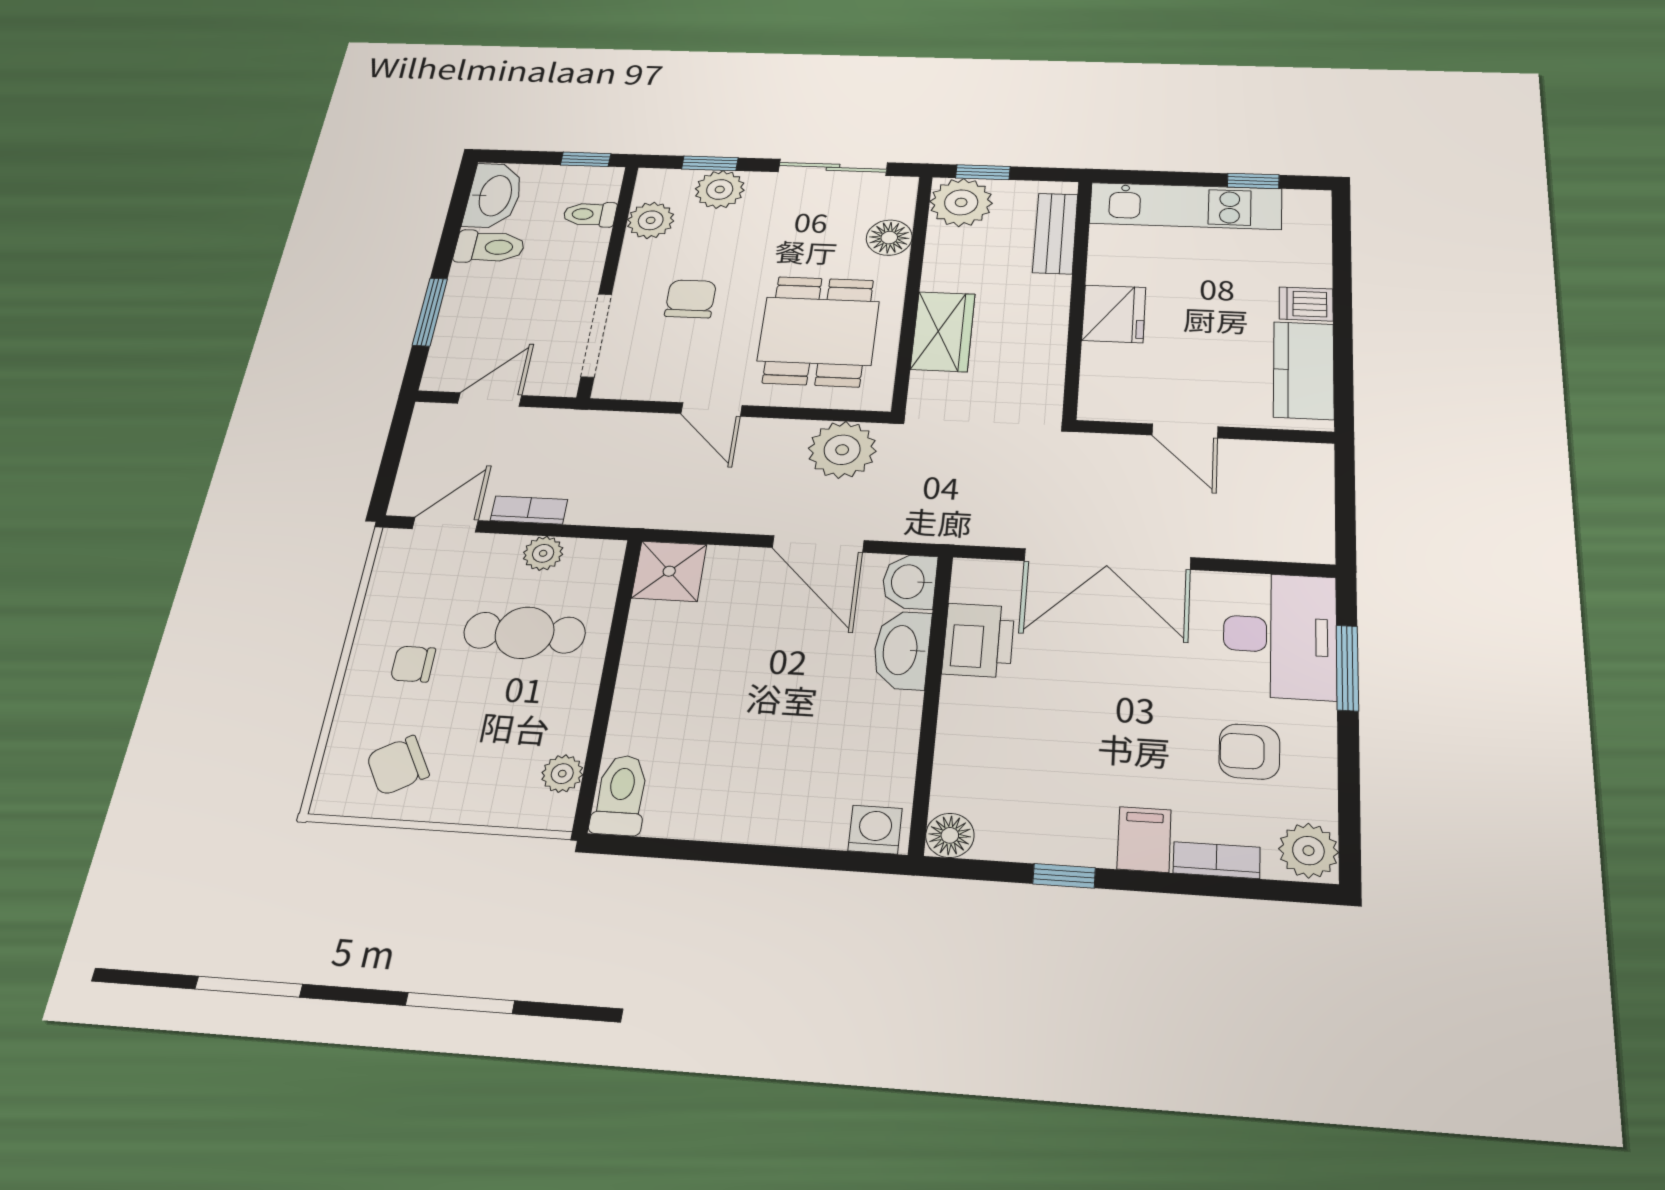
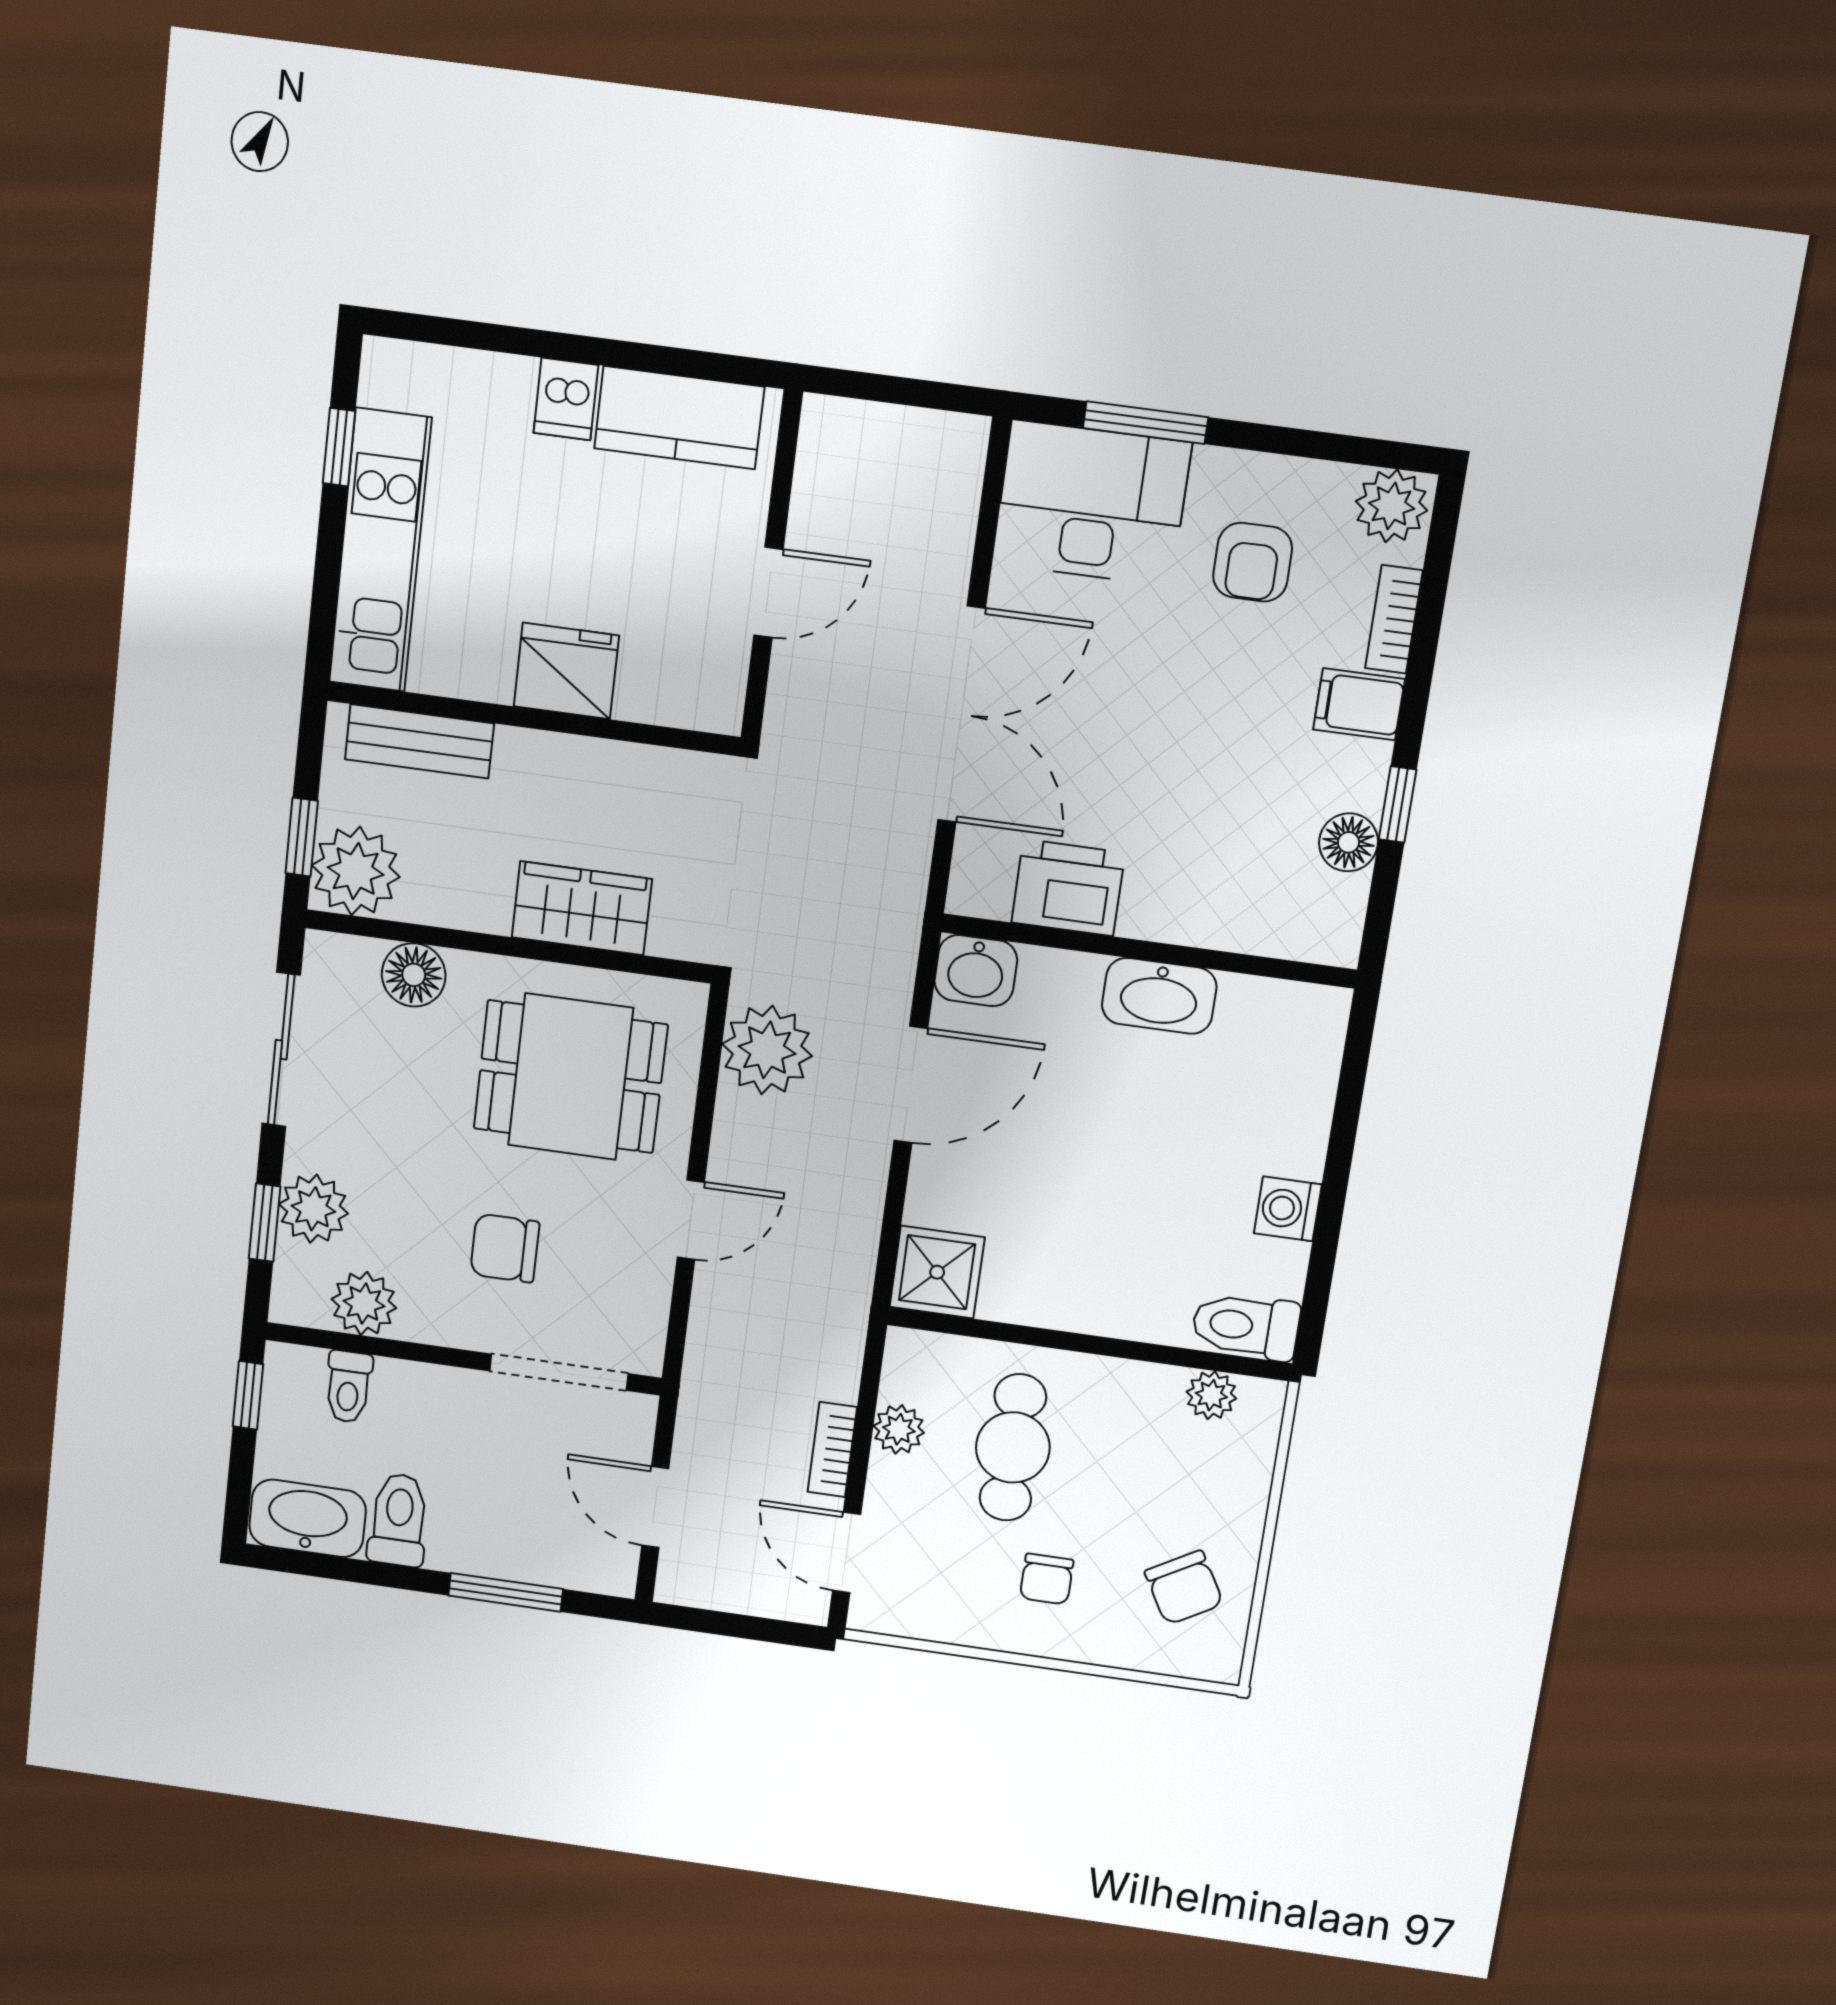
washbasin: (902, 650) -> (1159, 996), moved
washing machine: (875, 830) -> (1288, 1209), moved
floor lamp: (950, 835) -> (1348, 842), moved

